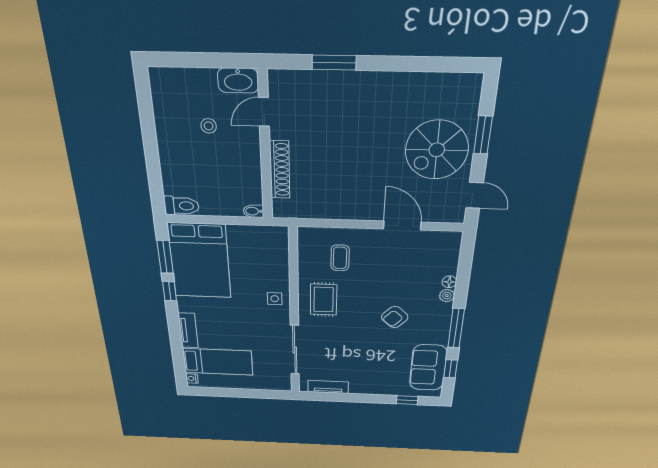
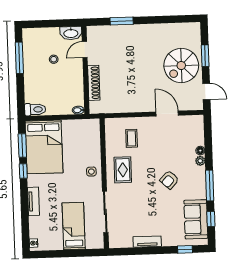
window: (147, 120) -> (19, 58), added
bed: (218, 362) -> (74, 226), moved, turned -90
tv unit: (328, 387) -> (147, 242), moved

